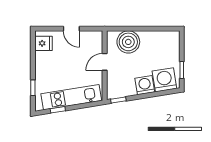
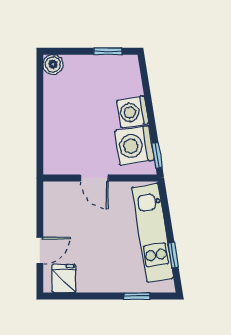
door: (71, 29) -> (40, 251), moved
boiler: (128, 42) -> (53, 64), moved, width x0.54, depth x0.54
washing machine: (164, 80) -> (134, 146), moved

